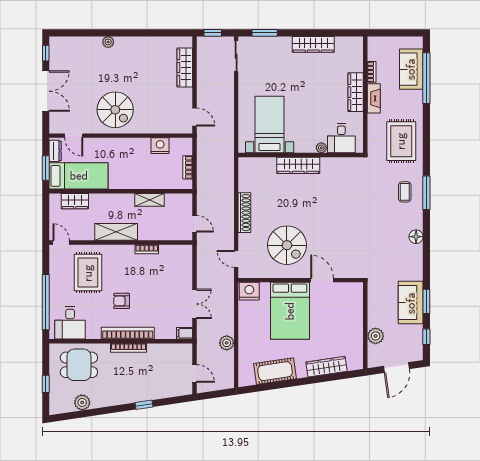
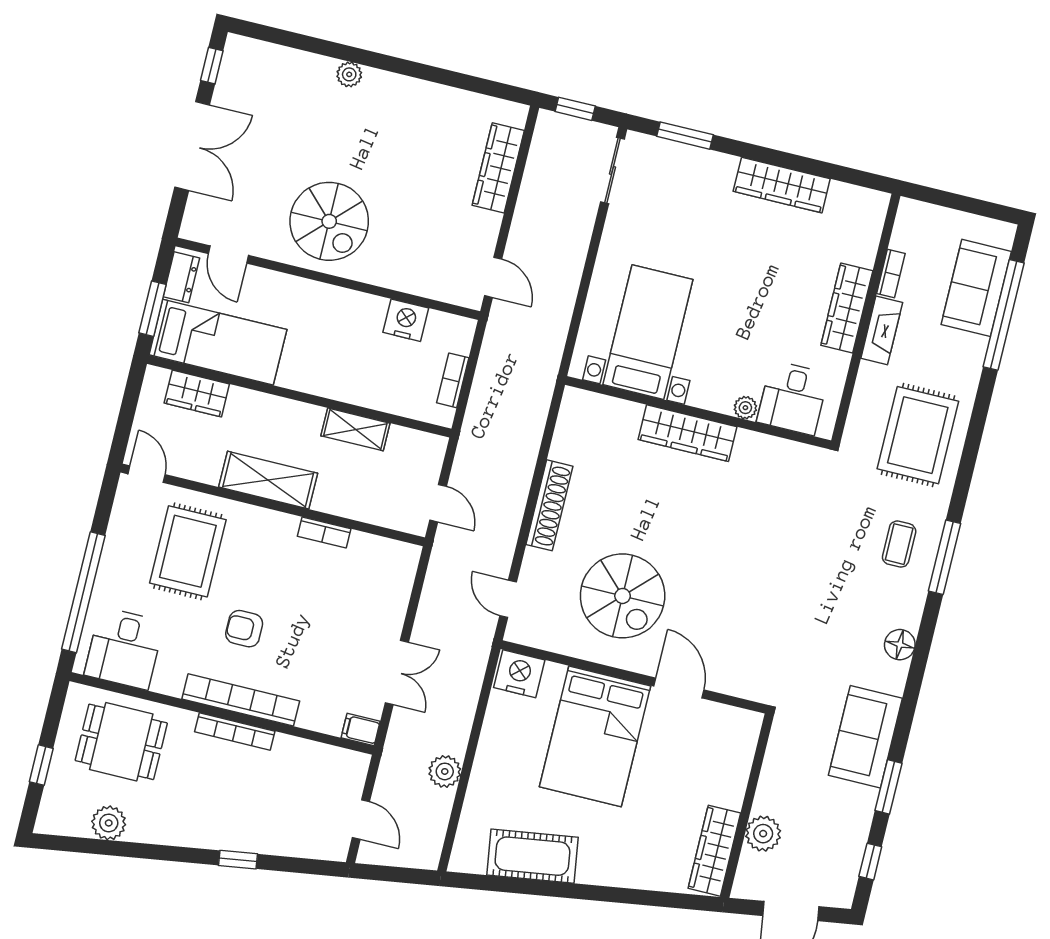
sofa: (411, 303) -> (865, 737), moved
wardrobe: (326, 367) -> (714, 851), moved, turned -82

